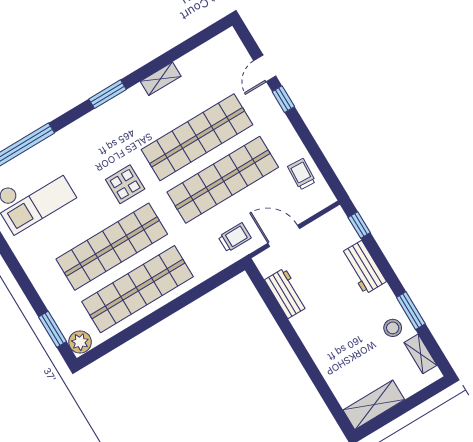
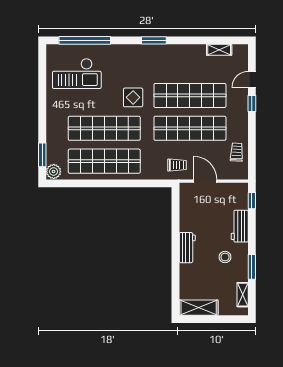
shelving: (161, 79) -> (219, 50), moved
workbench: (286, 293) -> (187, 248), moved
stool: (393, 328) -> (225, 257), moved

